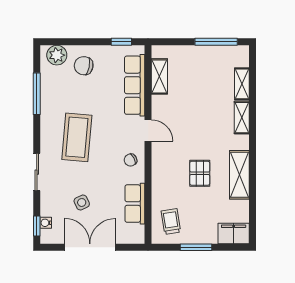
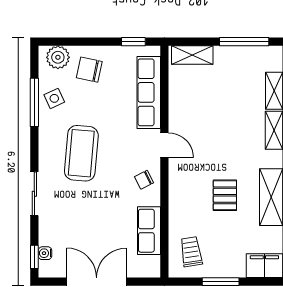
shelving: (159, 76) -> (192, 55), moved, turned 90
side table: (82, 202) -> (54, 98), moved

